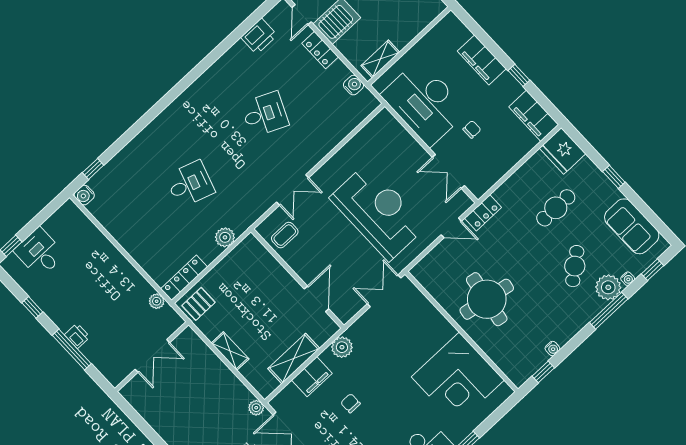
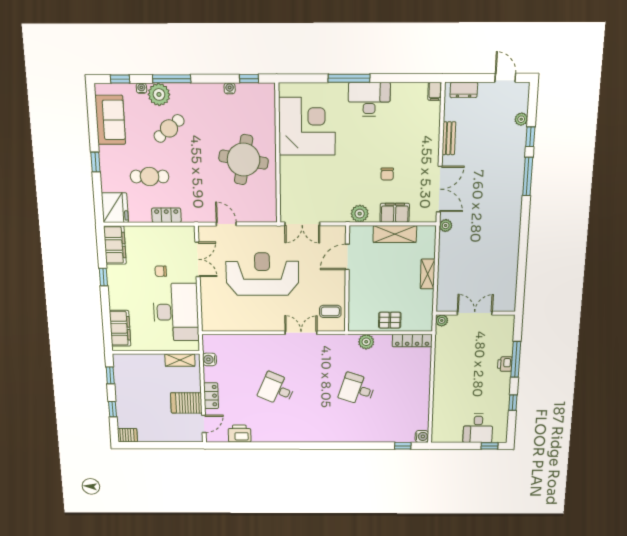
filing cabinet: (482, 60) -> (120, 328), moved
reception desk: (378, 212) -> (262, 274), turned 90
locker: (483, 213) -> (166, 215), moved
plant: (157, 301) -> (442, 320), moved
pallet: (198, 304) -> (390, 320), moved

